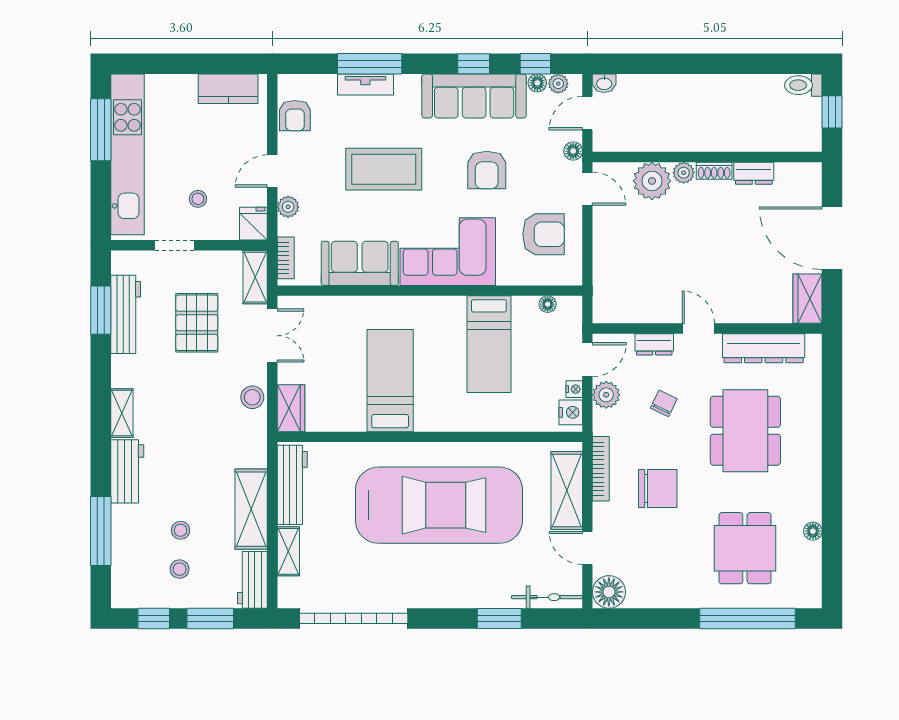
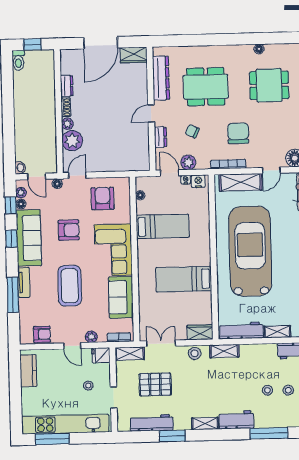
tv unit: (365, 84) -> (24, 282), moved
window: (101, 310) -> (172, 436), moved
shelving: (251, 509) -> (224, 351), moved, width x0.67, depth x0.75

